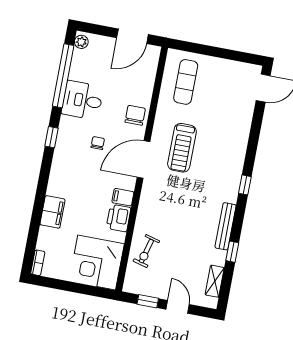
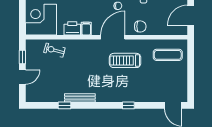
door: (132, 36) -> (191, 15), hinge flipped
door: (143, 160) -> (113, 37), hinge flipped
window: (245, 185) -> (128, 105), moved
shelving: (215, 281) -> (43, 98), removed

